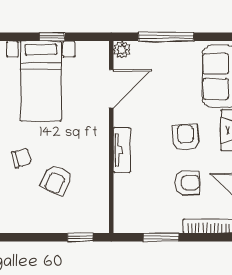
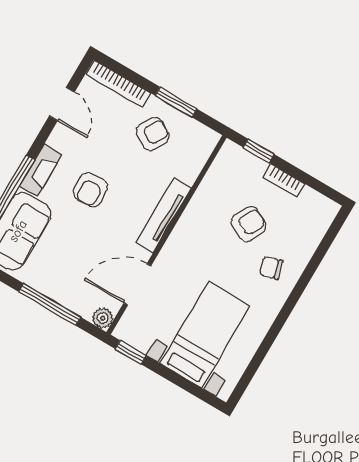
window: (52, 37) -> (131, 352), moved
tv unit: (122, 150) -> (163, 215), width x1.41
armchair: (187, 183) -> (153, 134), moved, turned 119
bookcase: (50, 226) -> (284, 180), added

